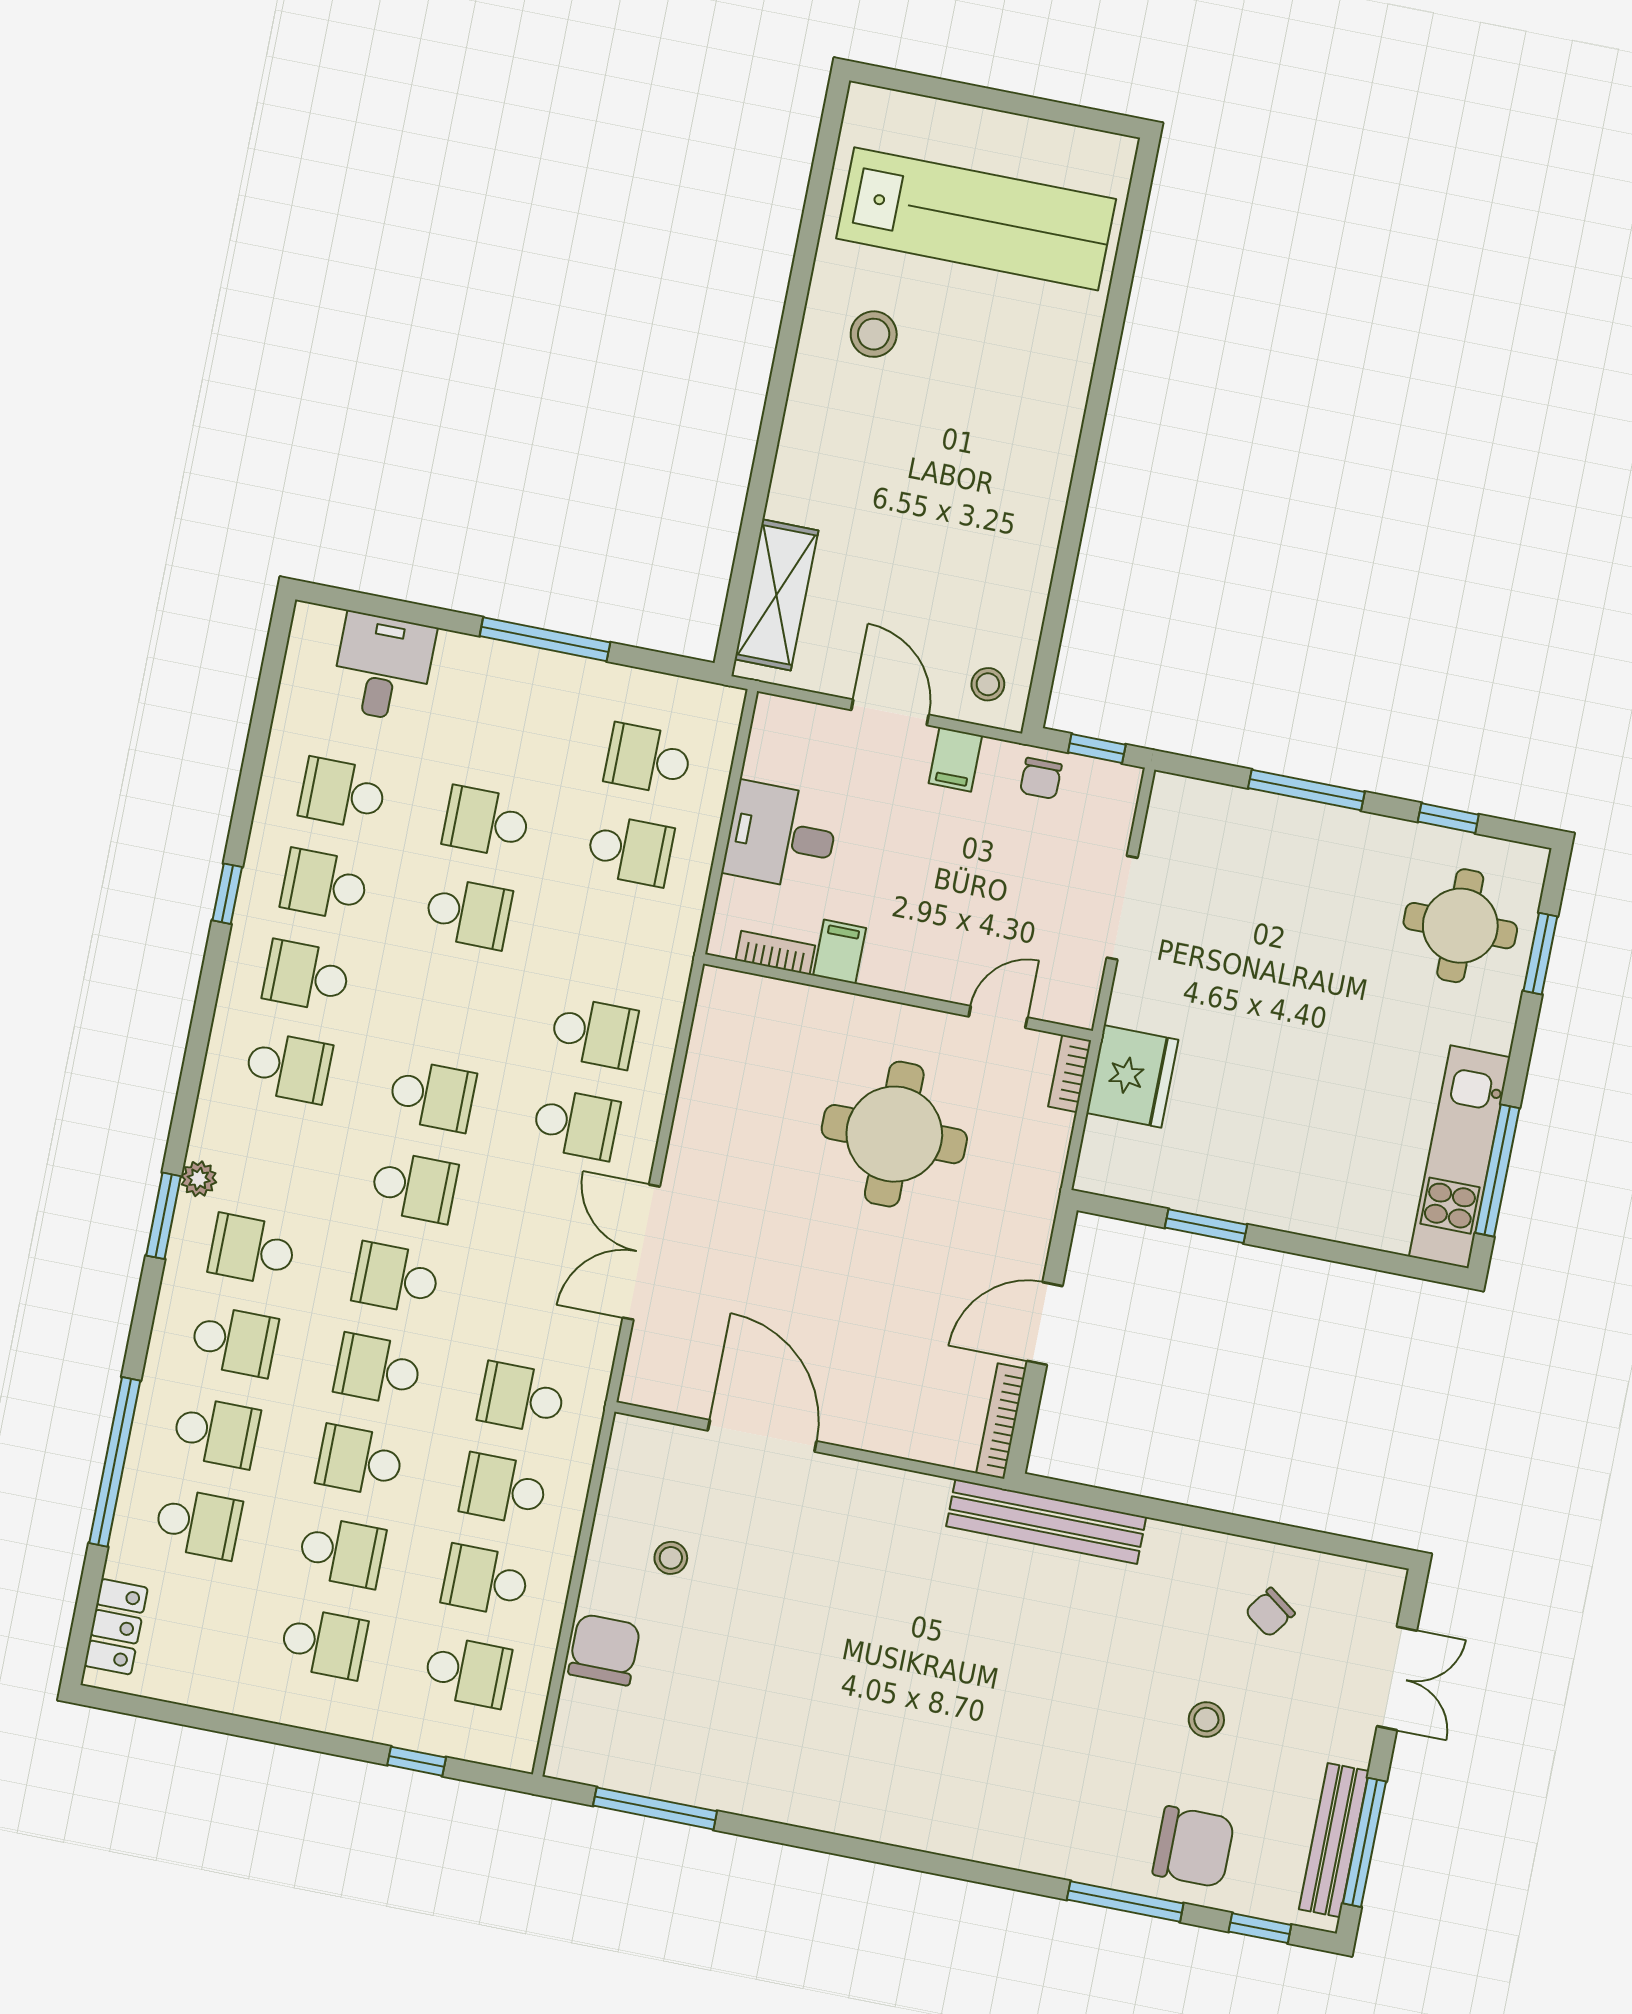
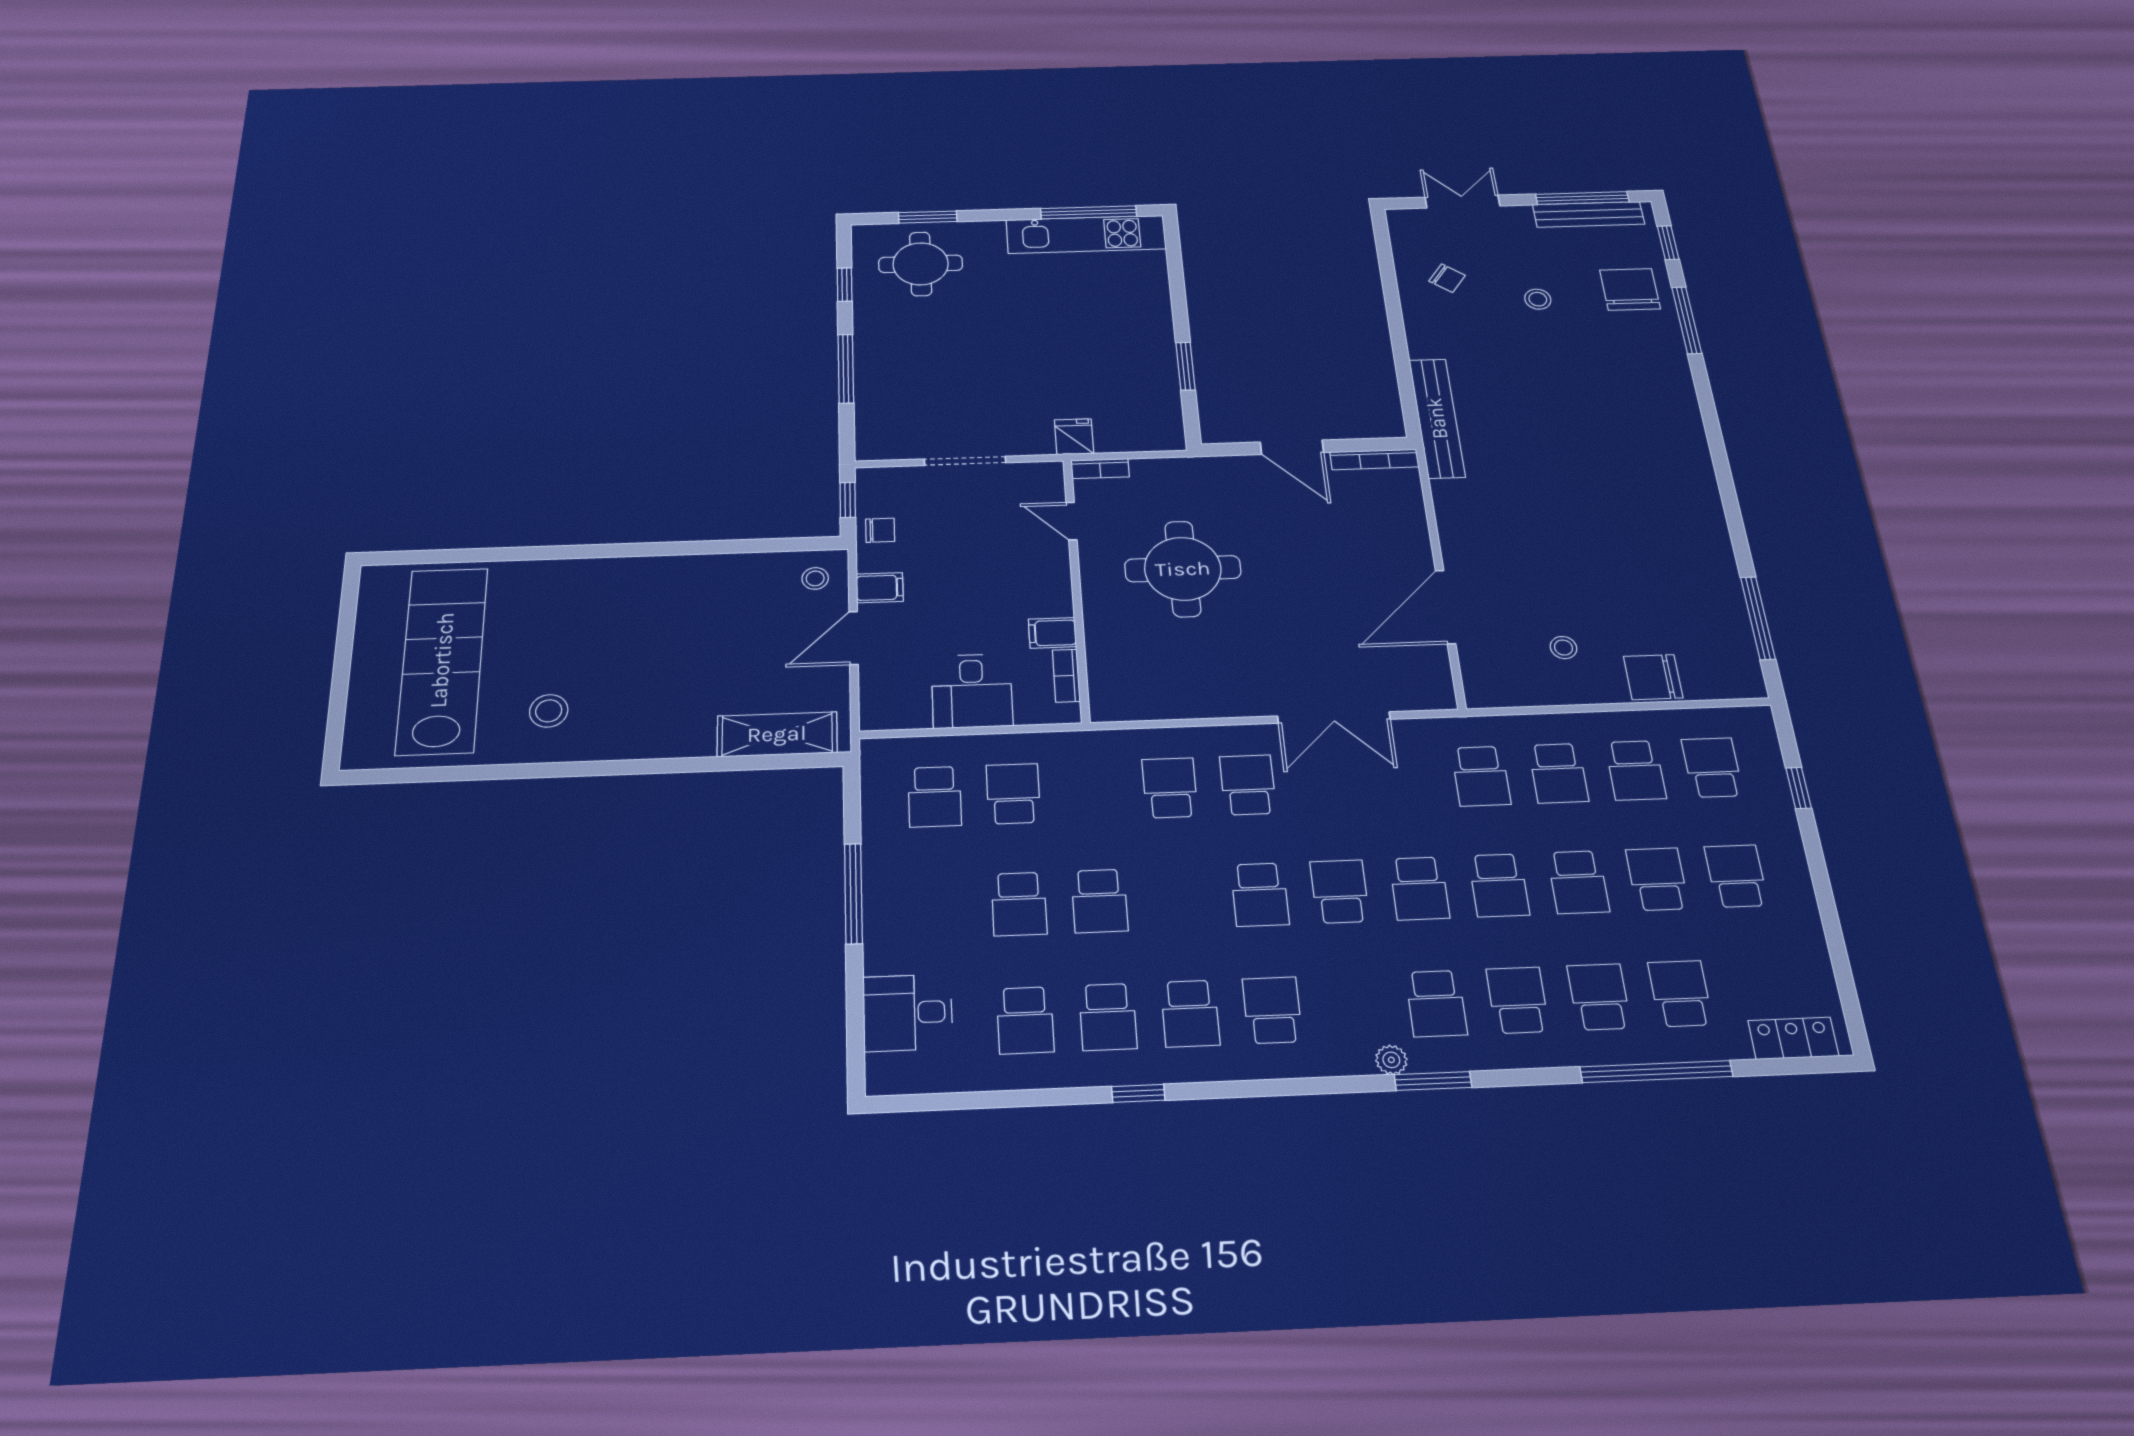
school desk: (468, 913) -> (1099, 901), turned 180
fridge: (1132, 1076) -> (1074, 437), width x0.53, depth x0.75
school desk: (432, 1096) -> (1260, 895), turned 180

